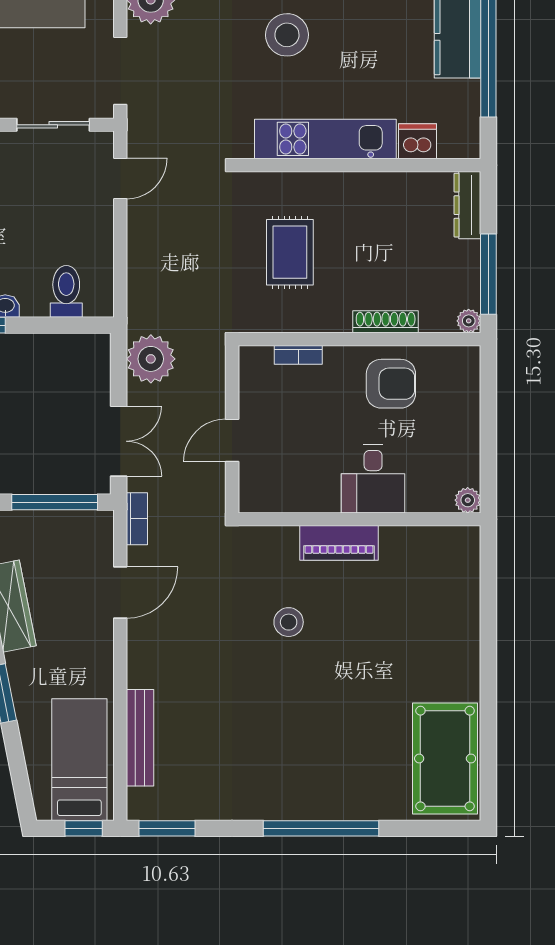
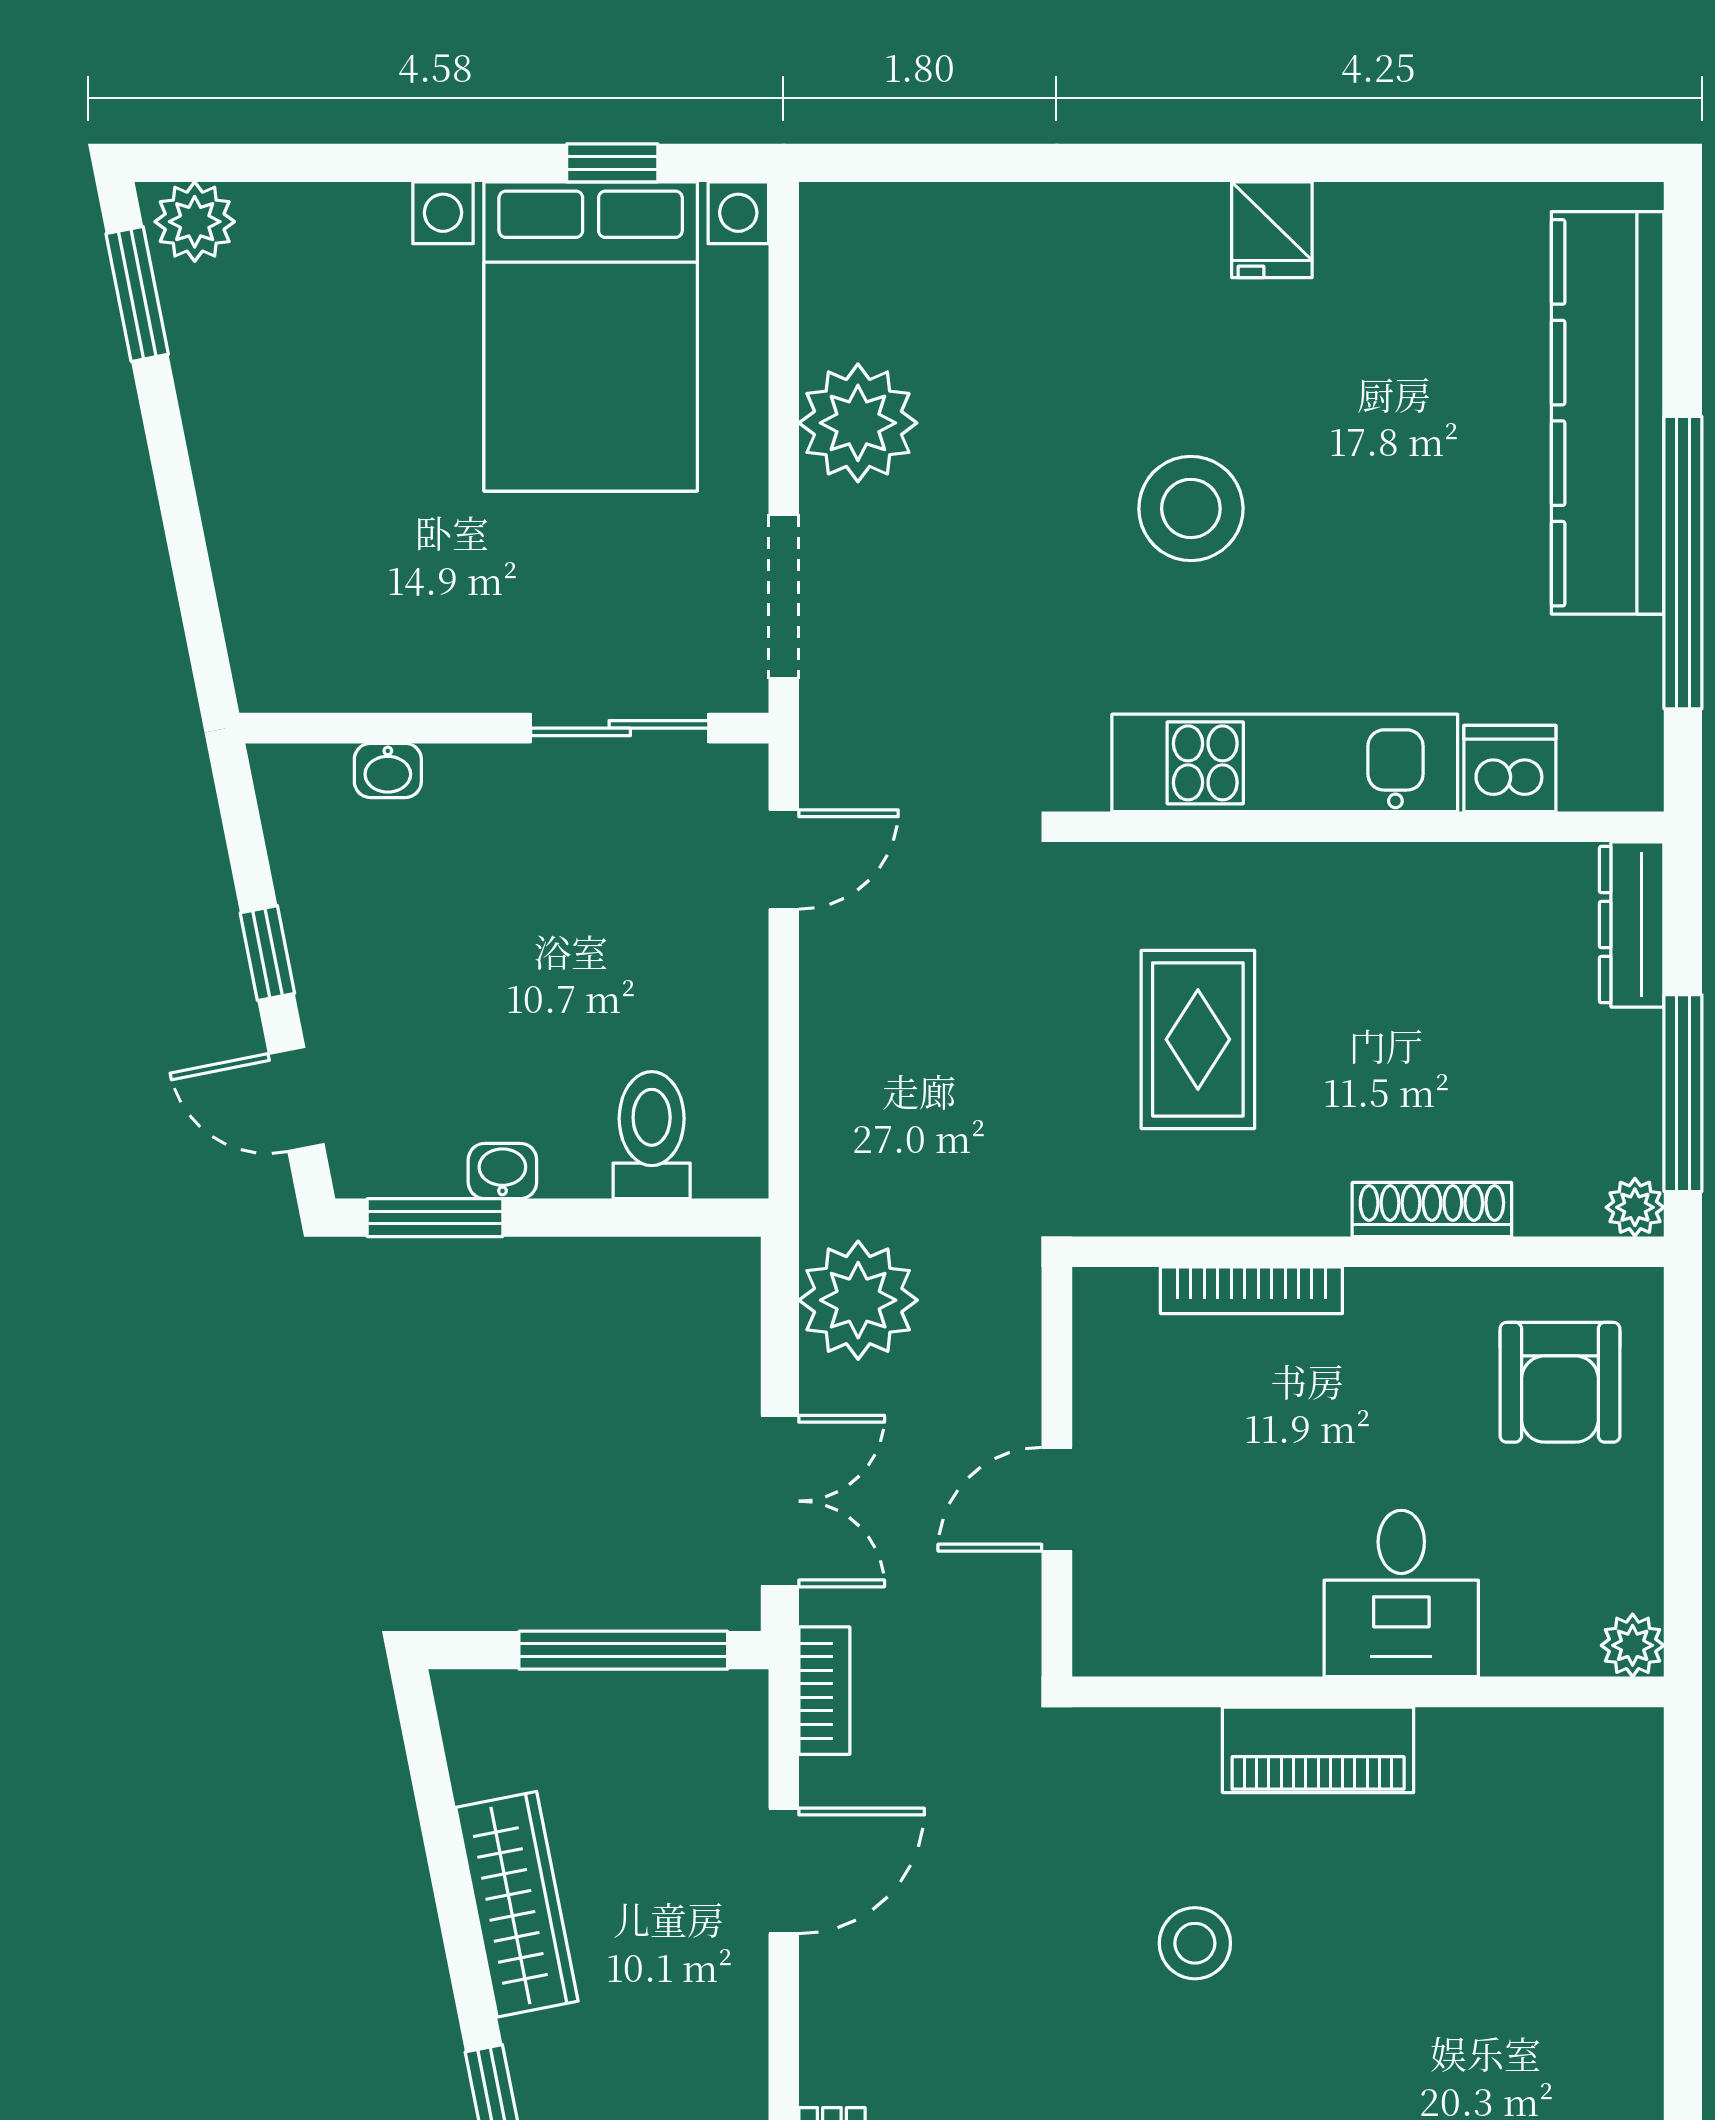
bookcase: (298, 355) -> (1251, 1290), width x1.56
armchair: (391, 384) -> (1560, 1382), moved, turned 90

